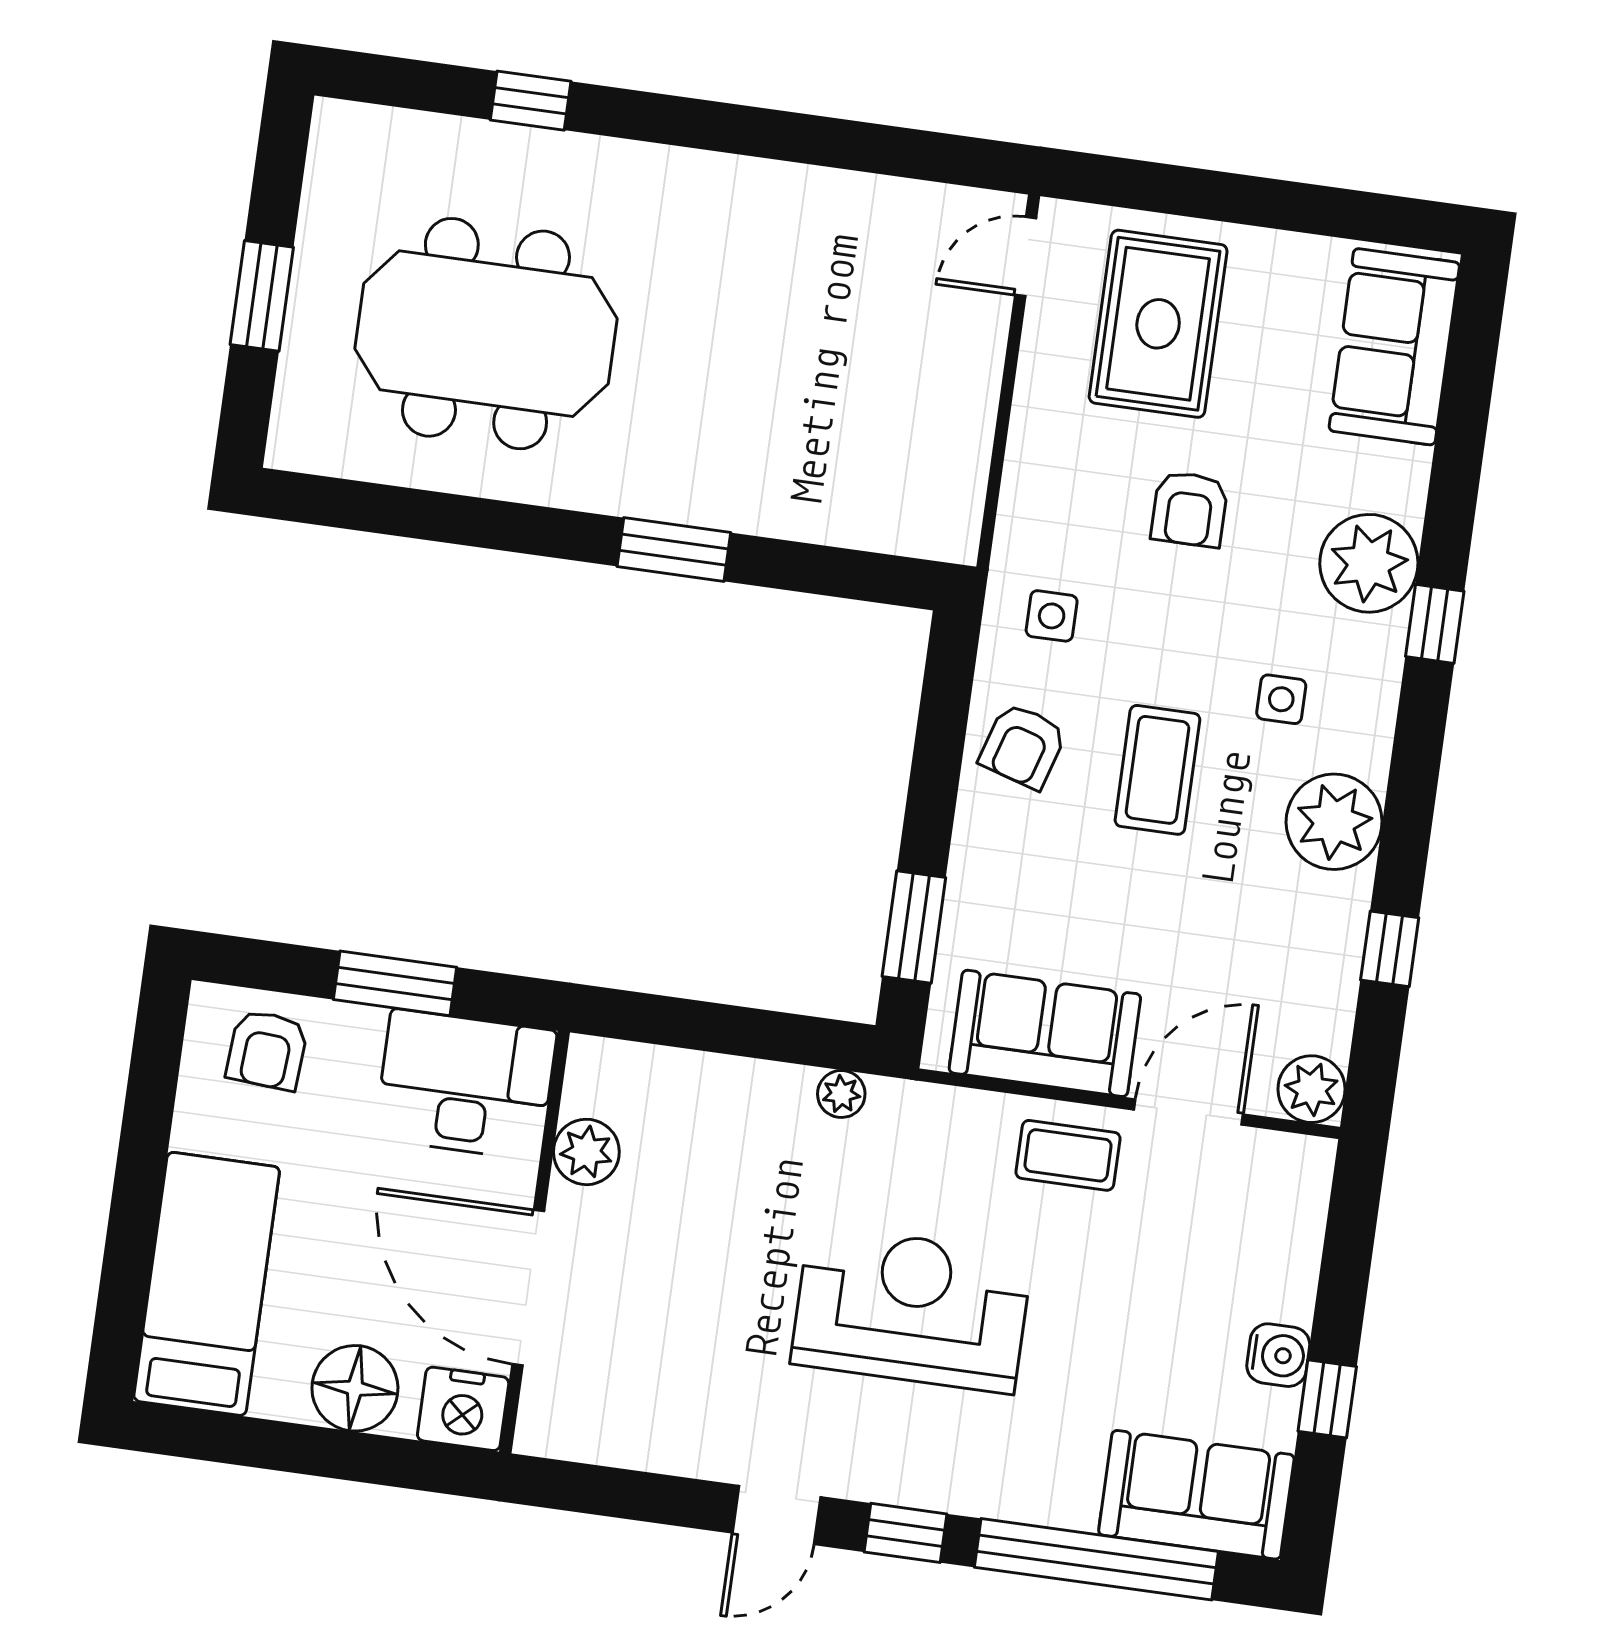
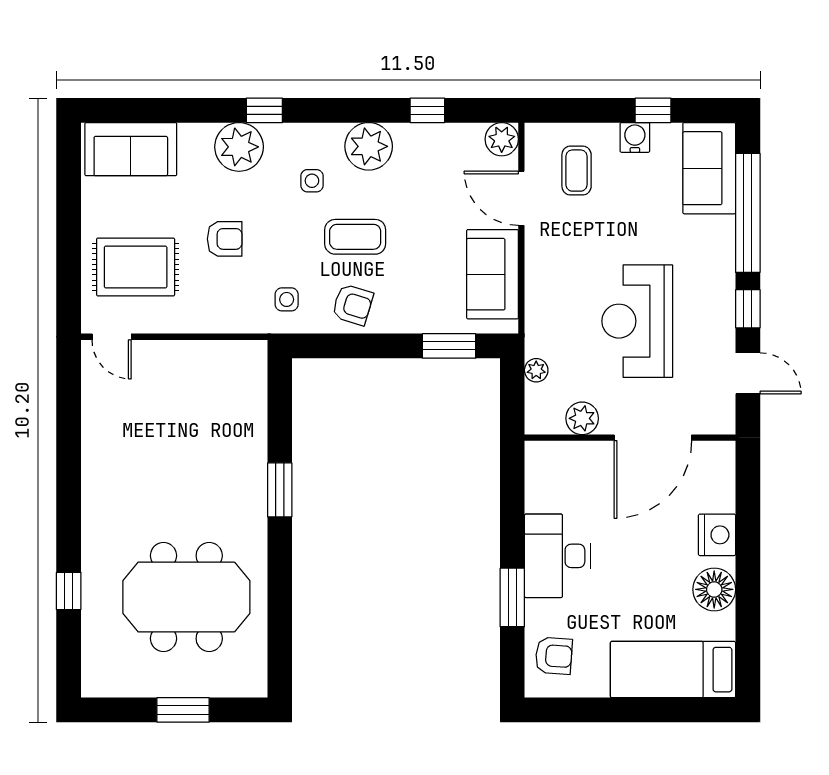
meeting table: (486, 334) -> (186, 597), turned 90
plant: (586, 1152) -> (582, 418), moved
coffee table: (1068, 1155) -> (577, 171), moved
wall: (535, 1242) -> (630, 438), moved
door: (528, 1288) -> (653, 438), moved

